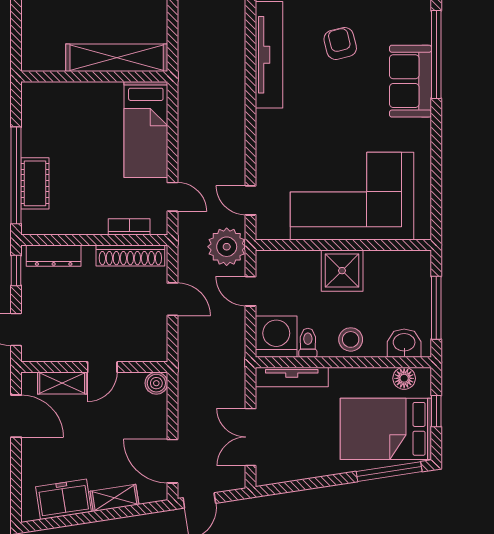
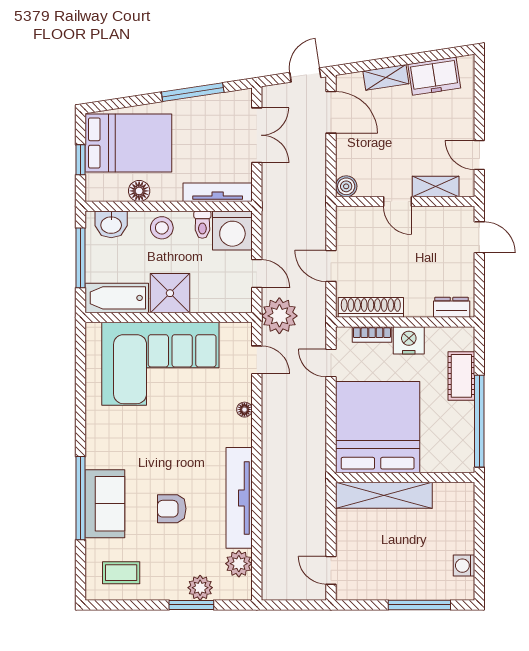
armchair: (340, 43) -> (172, 509), turned 104
sofa: (411, 81) -> (105, 504), moved
bed: (146, 129) -> (378, 427), width x2.04
floor lamp: (263, 148) -> (244, 410), added
window: (16, 175) -> (479, 421), moved
nightstand: (90, 221) -> (409, 340), added
dresser: (54, 256) -> (452, 307), width x0.70
bathtub: (398, 266) -> (117, 298), added
window: (16, 271) -> (479, 293), removed
door: (102, 367) -> (397, 202), swing flipped
floor lamp: (404, 378) -> (139, 191), moved
door: (16, 416) -> (479, 155), width x0.73
window: (389, 472) -> (193, 92), moved

